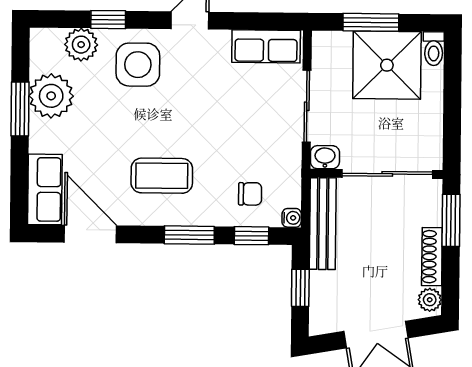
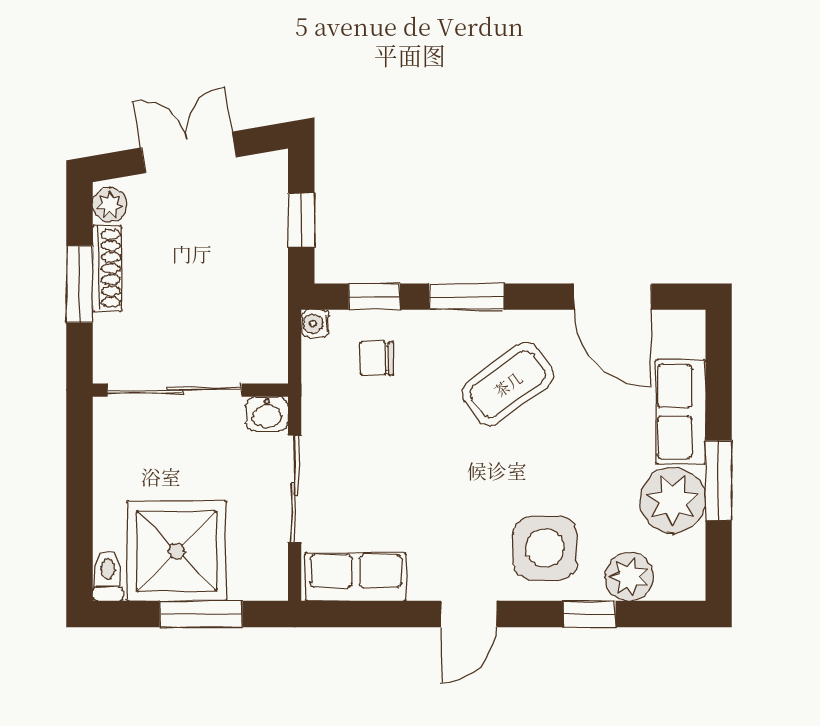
coffee table: (162, 176) -> (508, 384), turned -36
row of seats: (45, 189) -> (681, 412), moved
window: (451, 220) -> (79, 284), moved
bench: (323, 224) -> (269, 316), removed

